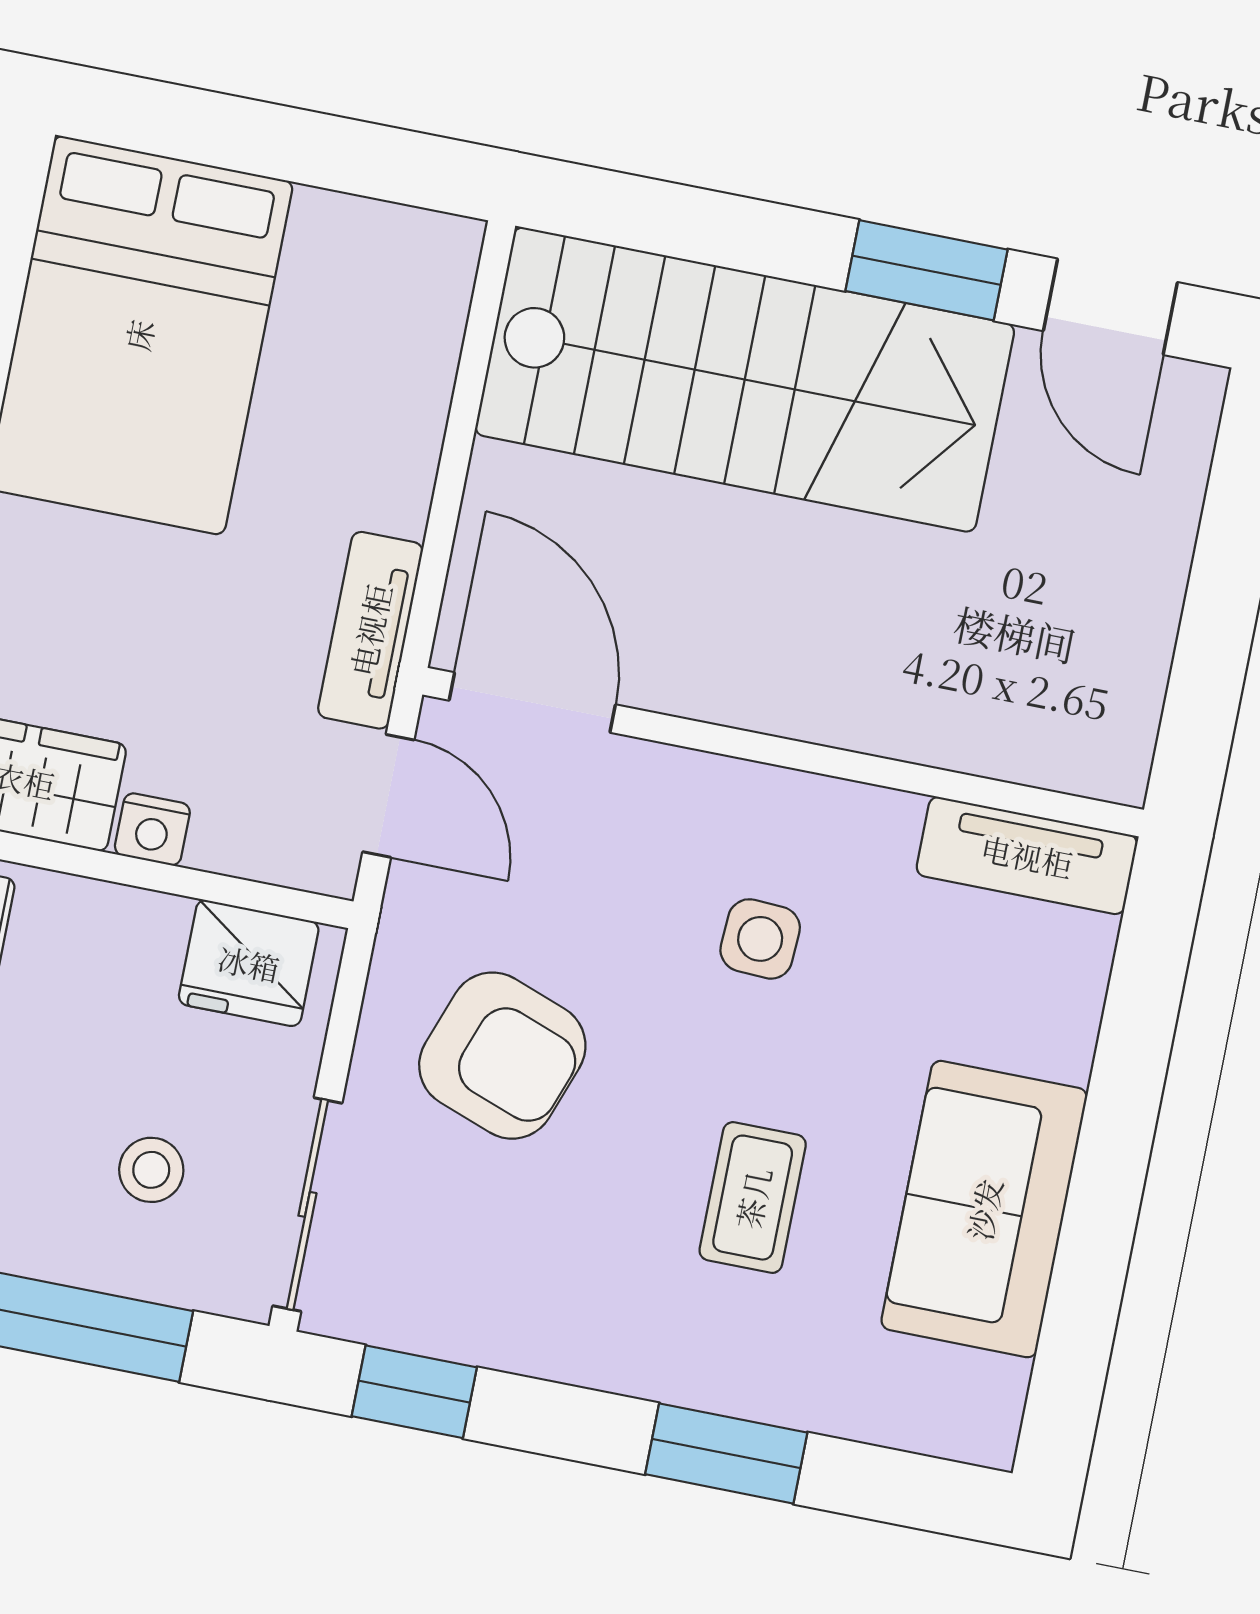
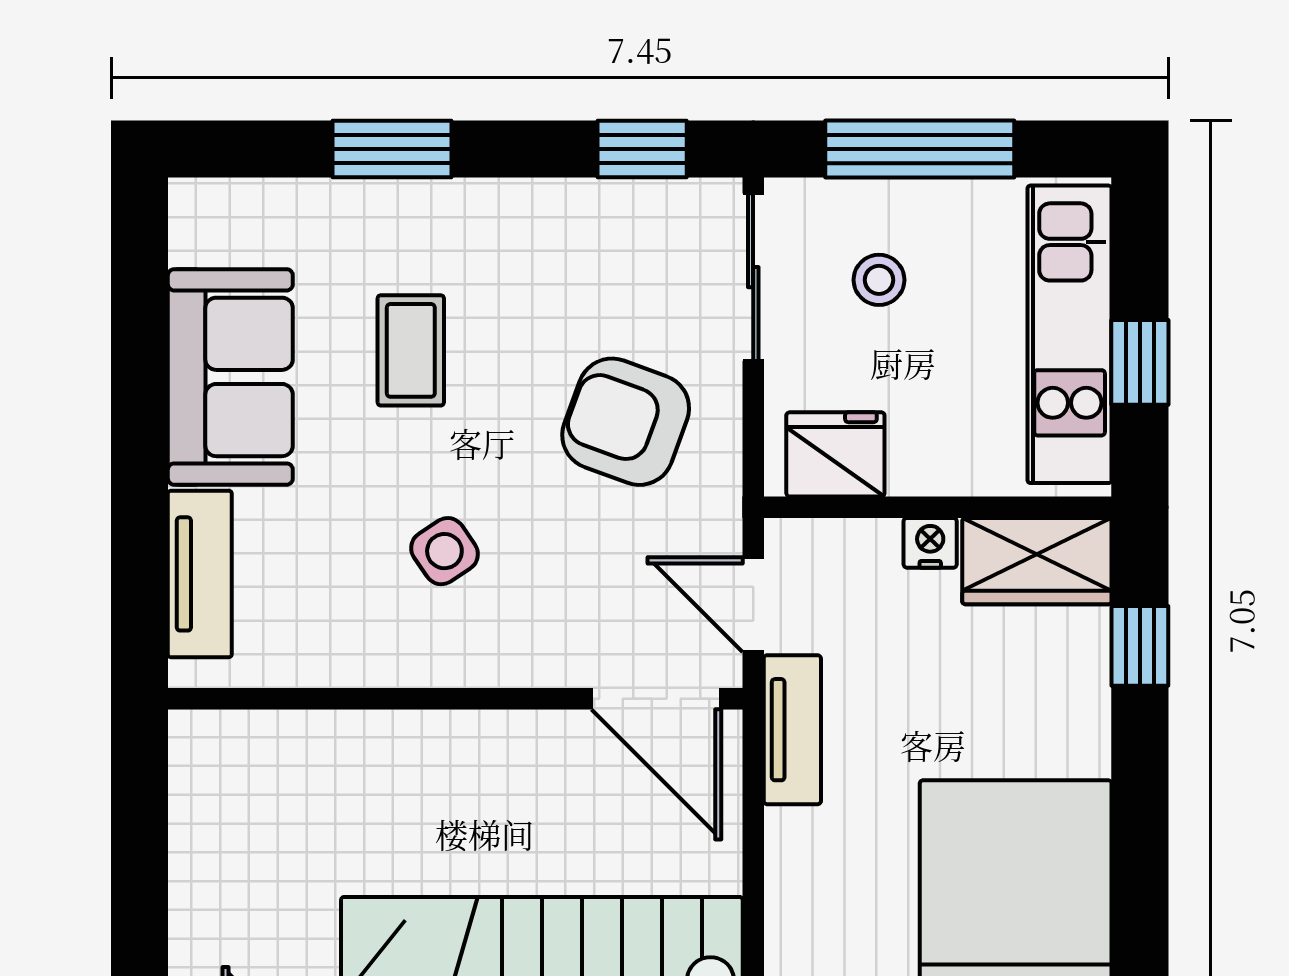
tv unit: (1027, 856) -> (200, 574), moved, turned 90
side table: (760, 939) -> (444, 551), turned -37

